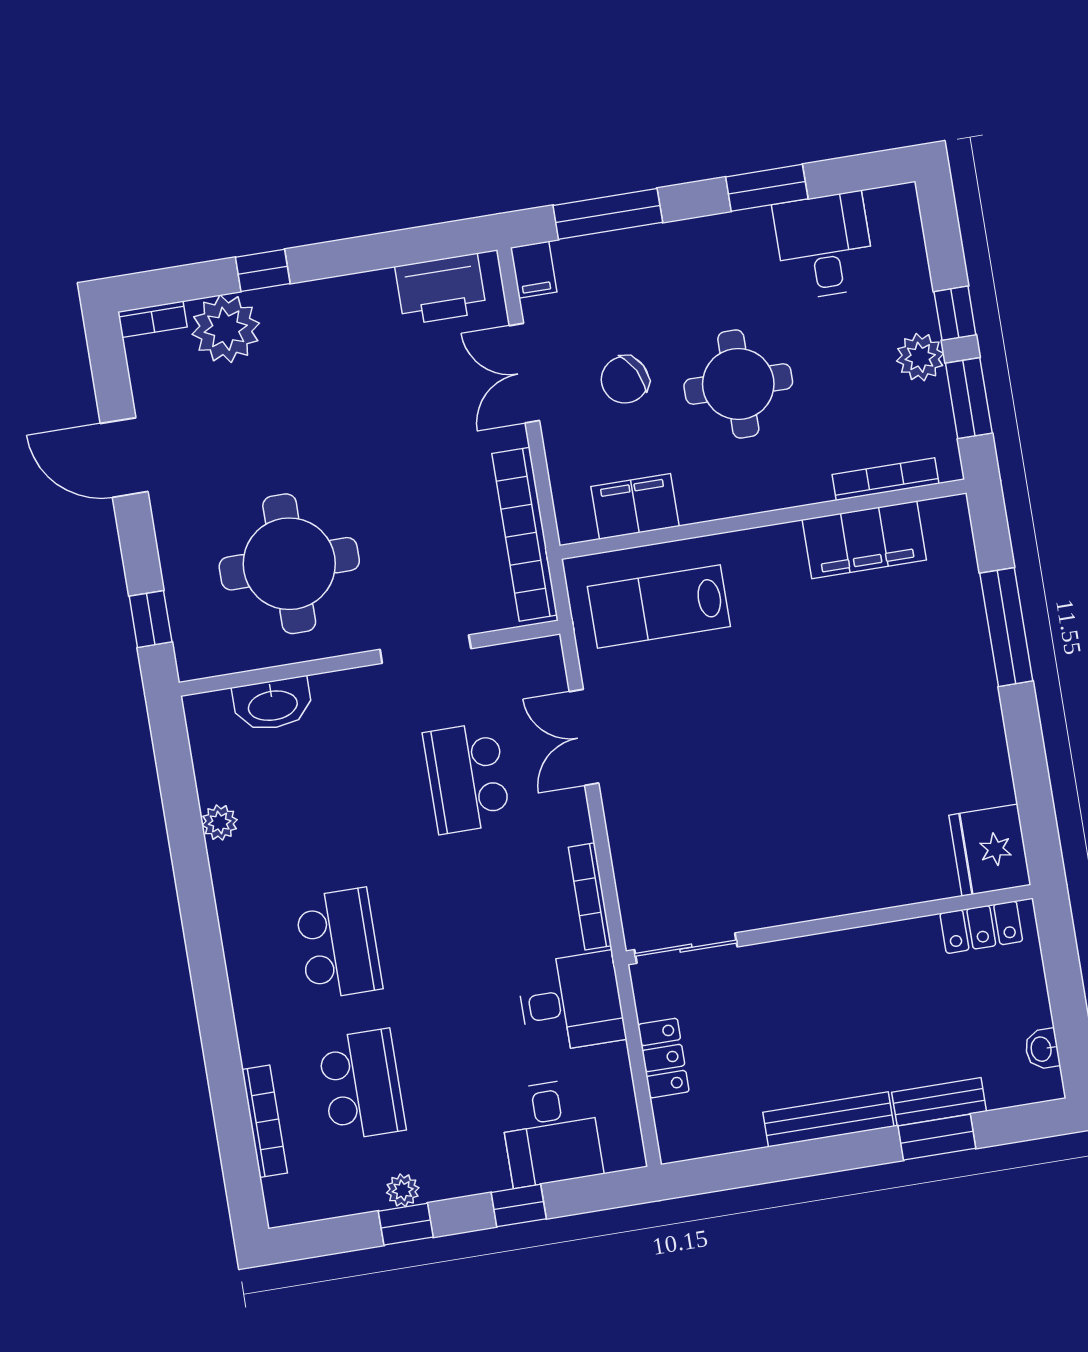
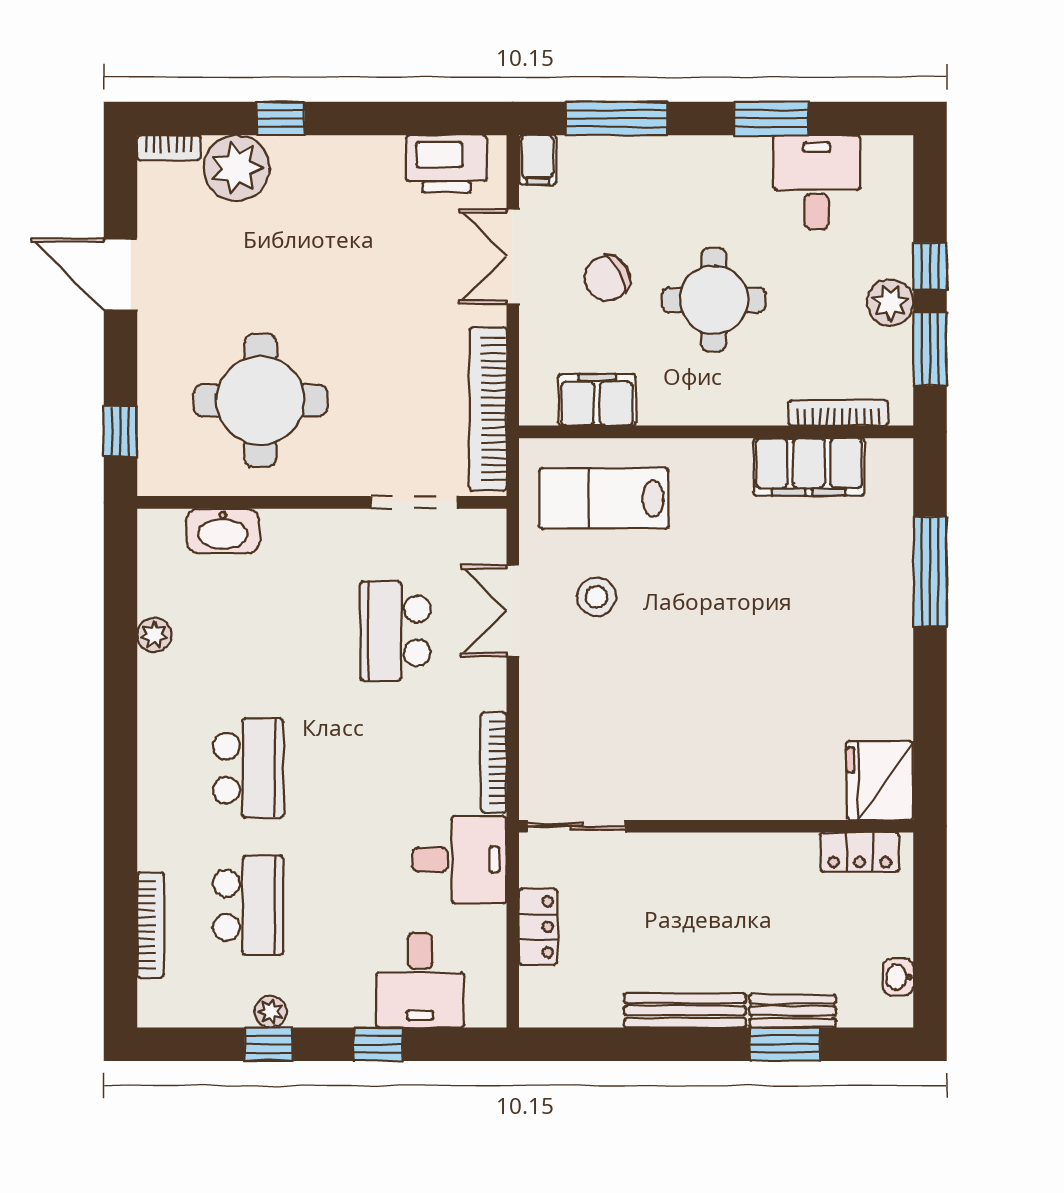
doorway: (425, 649) -> (414, 502), moved
stool: (668, 709) -> (597, 597), added

